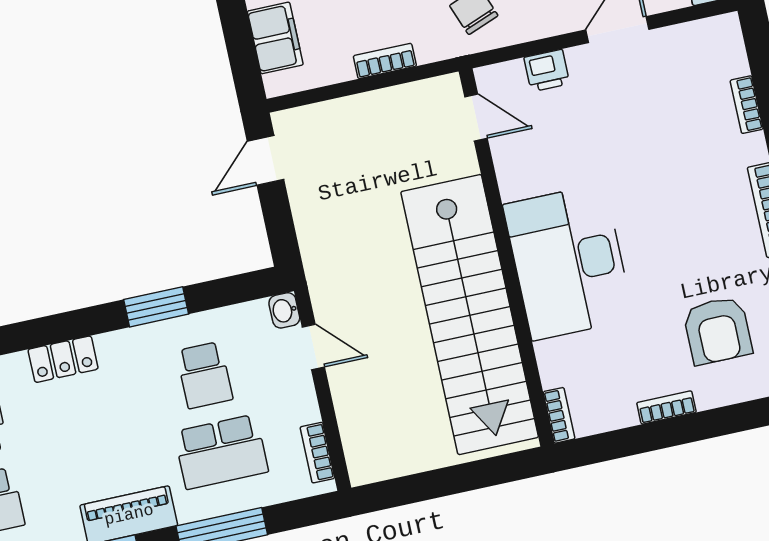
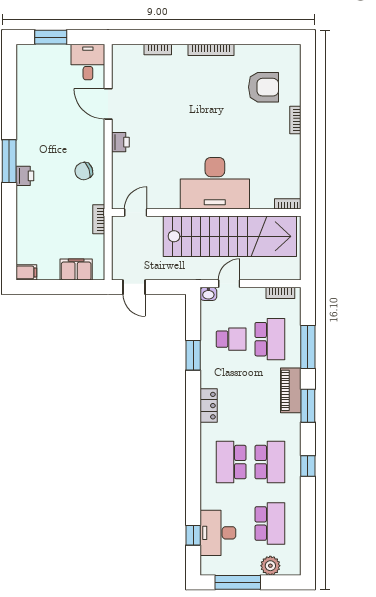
door: (476, 118) -> (136, 212), moved
wall: (506, 257) -> (206, 212), moved
desk: (568, 262) -> (215, 183), moved
stairs: (470, 315) -> (230, 236), moved
bookcase: (559, 415) -> (288, 204), moved

